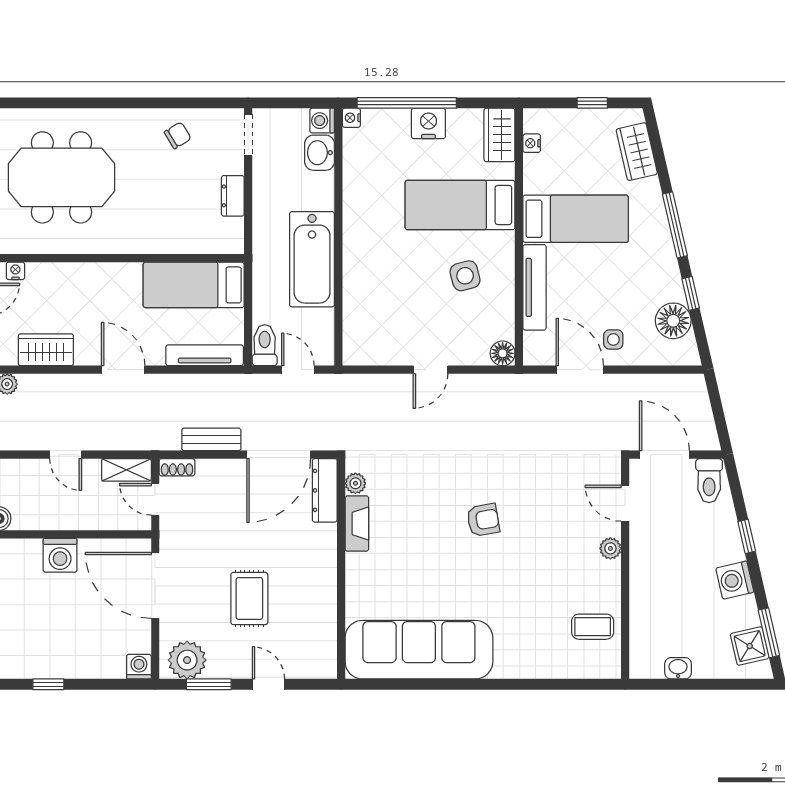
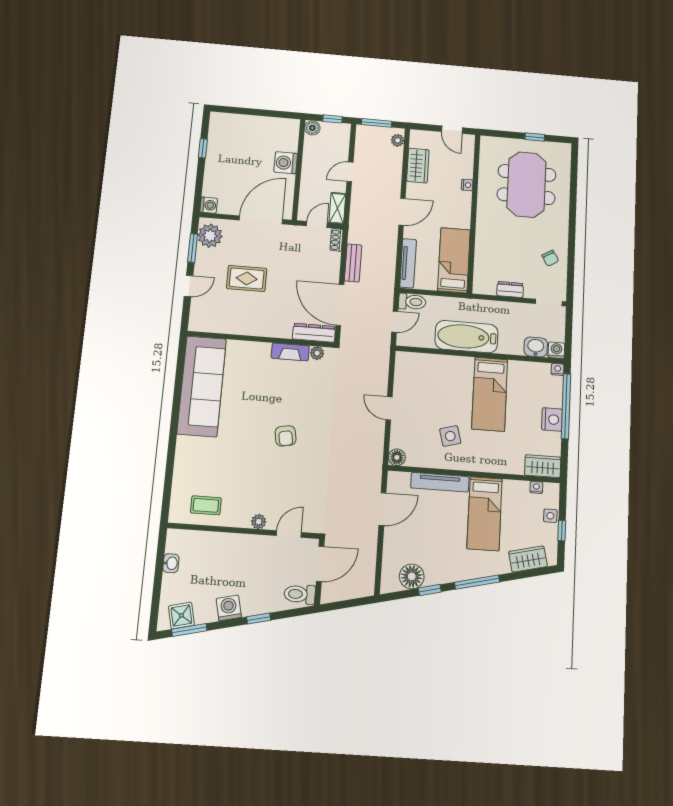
bed: (460, 205) -> (490, 394), moved, turned 180
nightstand: (15, 271) -> (467, 185), moved
side table: (613, 339) -> (550, 516), moved
coffee table: (593, 627) -> (206, 505), turned 90

